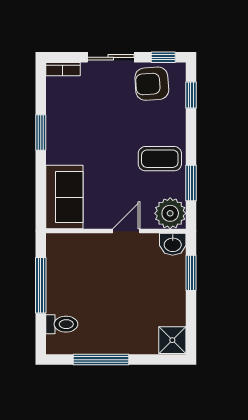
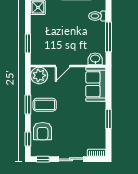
armchair: (152, 84) -> (43, 131), moved, turned 94
window: (191, 183) -> (28, 104), moved
washbasin: (173, 244) -> (95, 59), moved

